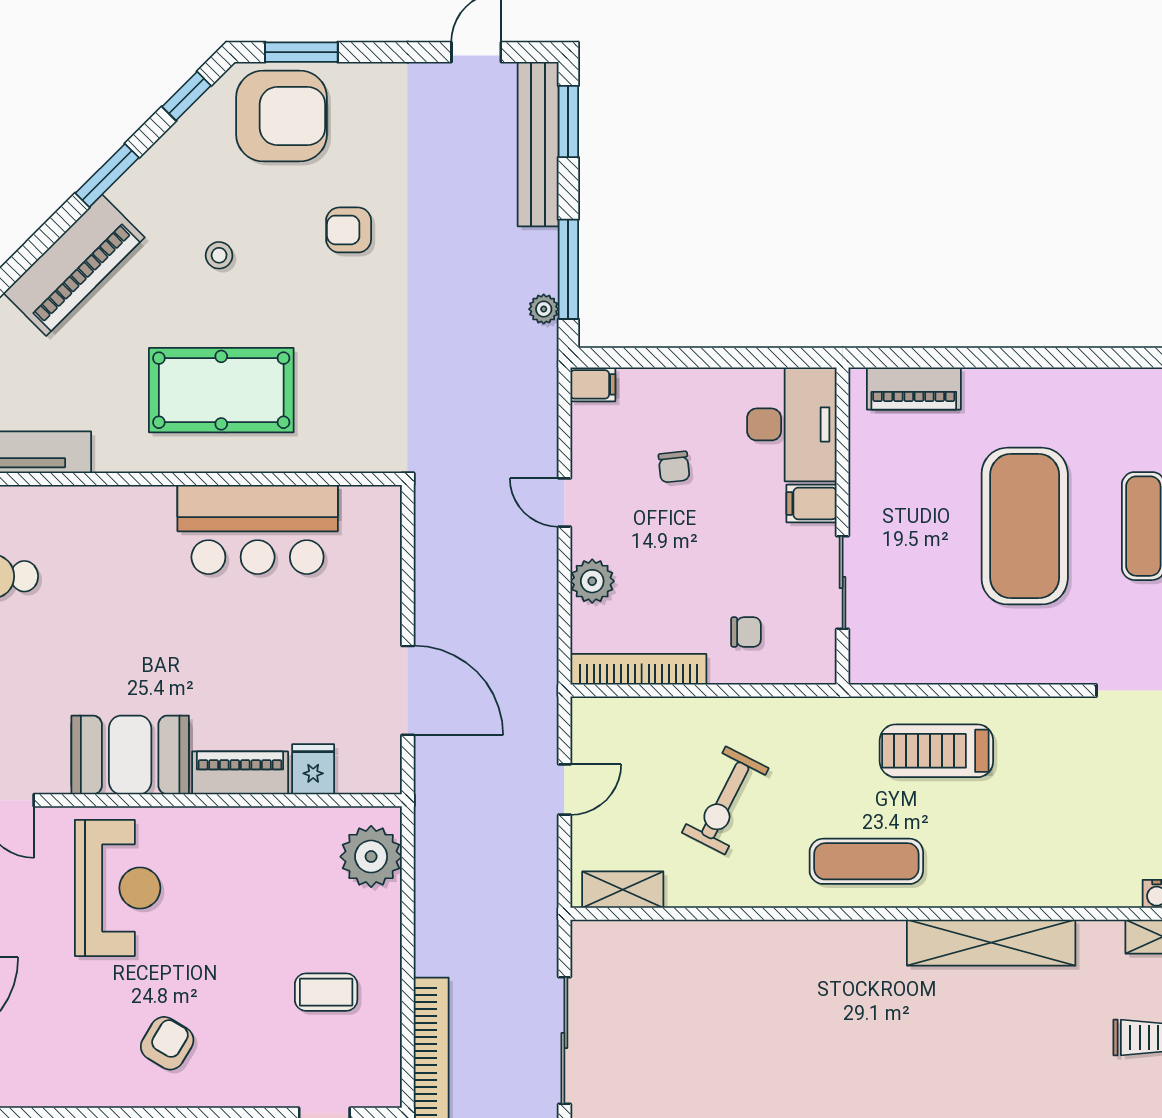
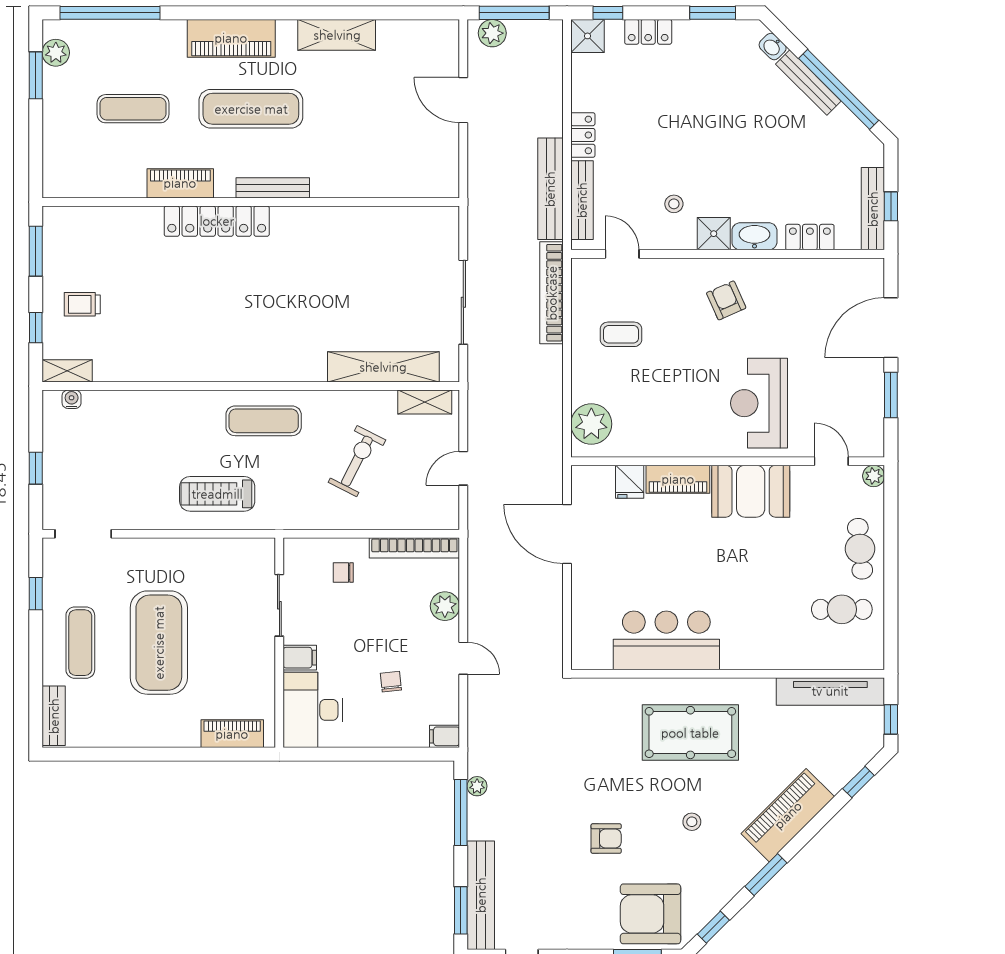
treadmill: (936, 751) -> (217, 494), turned 180
shelving: (991, 943) -> (383, 367), moved
armchair: (167, 1043) -> (726, 300), turned 125

